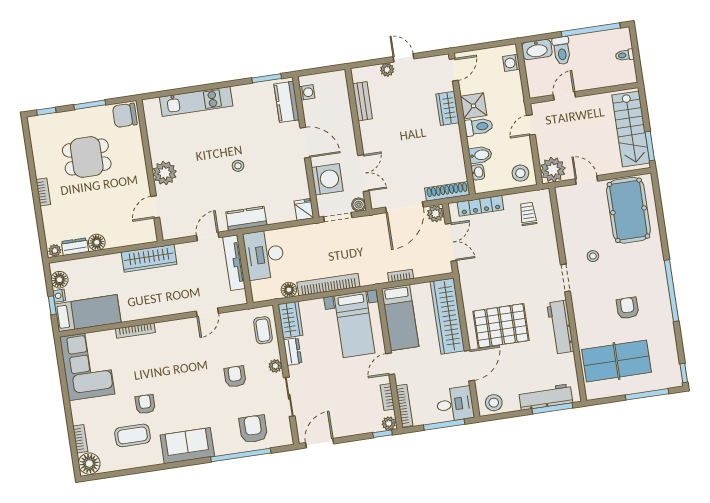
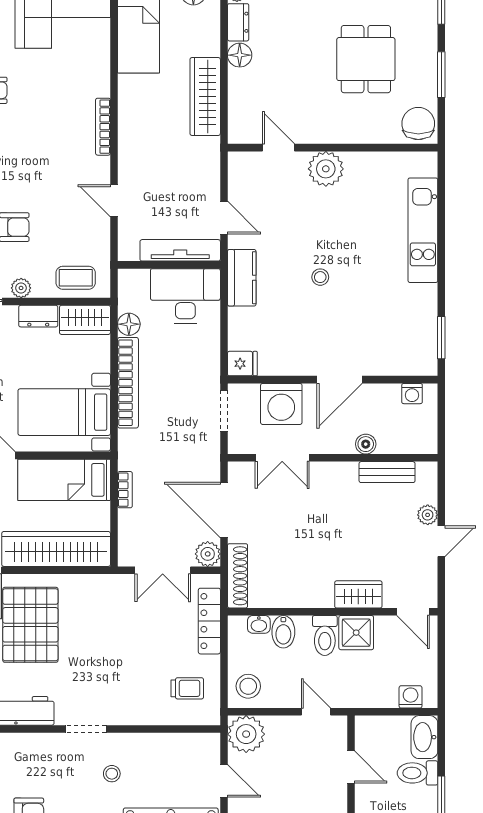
kitchen counter: (287, 102) -> (403, 362), removed
door: (586, 180) -> (224, 781), hinge flipped
boiler: (359, 205) -> (366, 444), moved
wardrobe: (149, 258) -> (205, 96), moved
bookcase: (135, 331) -> (103, 127), moved

